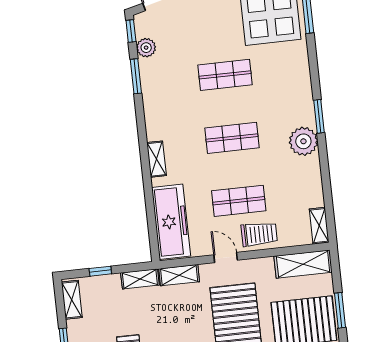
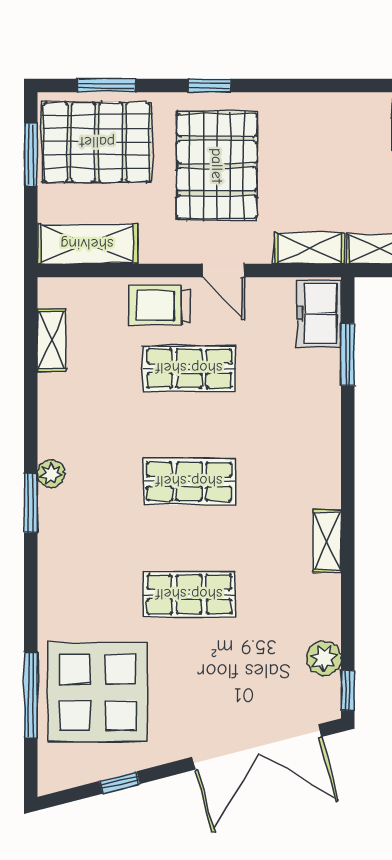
window: (136, 76) -> (348, 354), moved
plant: (303, 141) -> (51, 474), width x0.53, depth x0.53
shelving: (157, 159) -> (327, 541), moved
freezer: (171, 222) -> (319, 313), width x0.52, depth x0.79
shelving: (319, 226) -> (51, 340), moved

